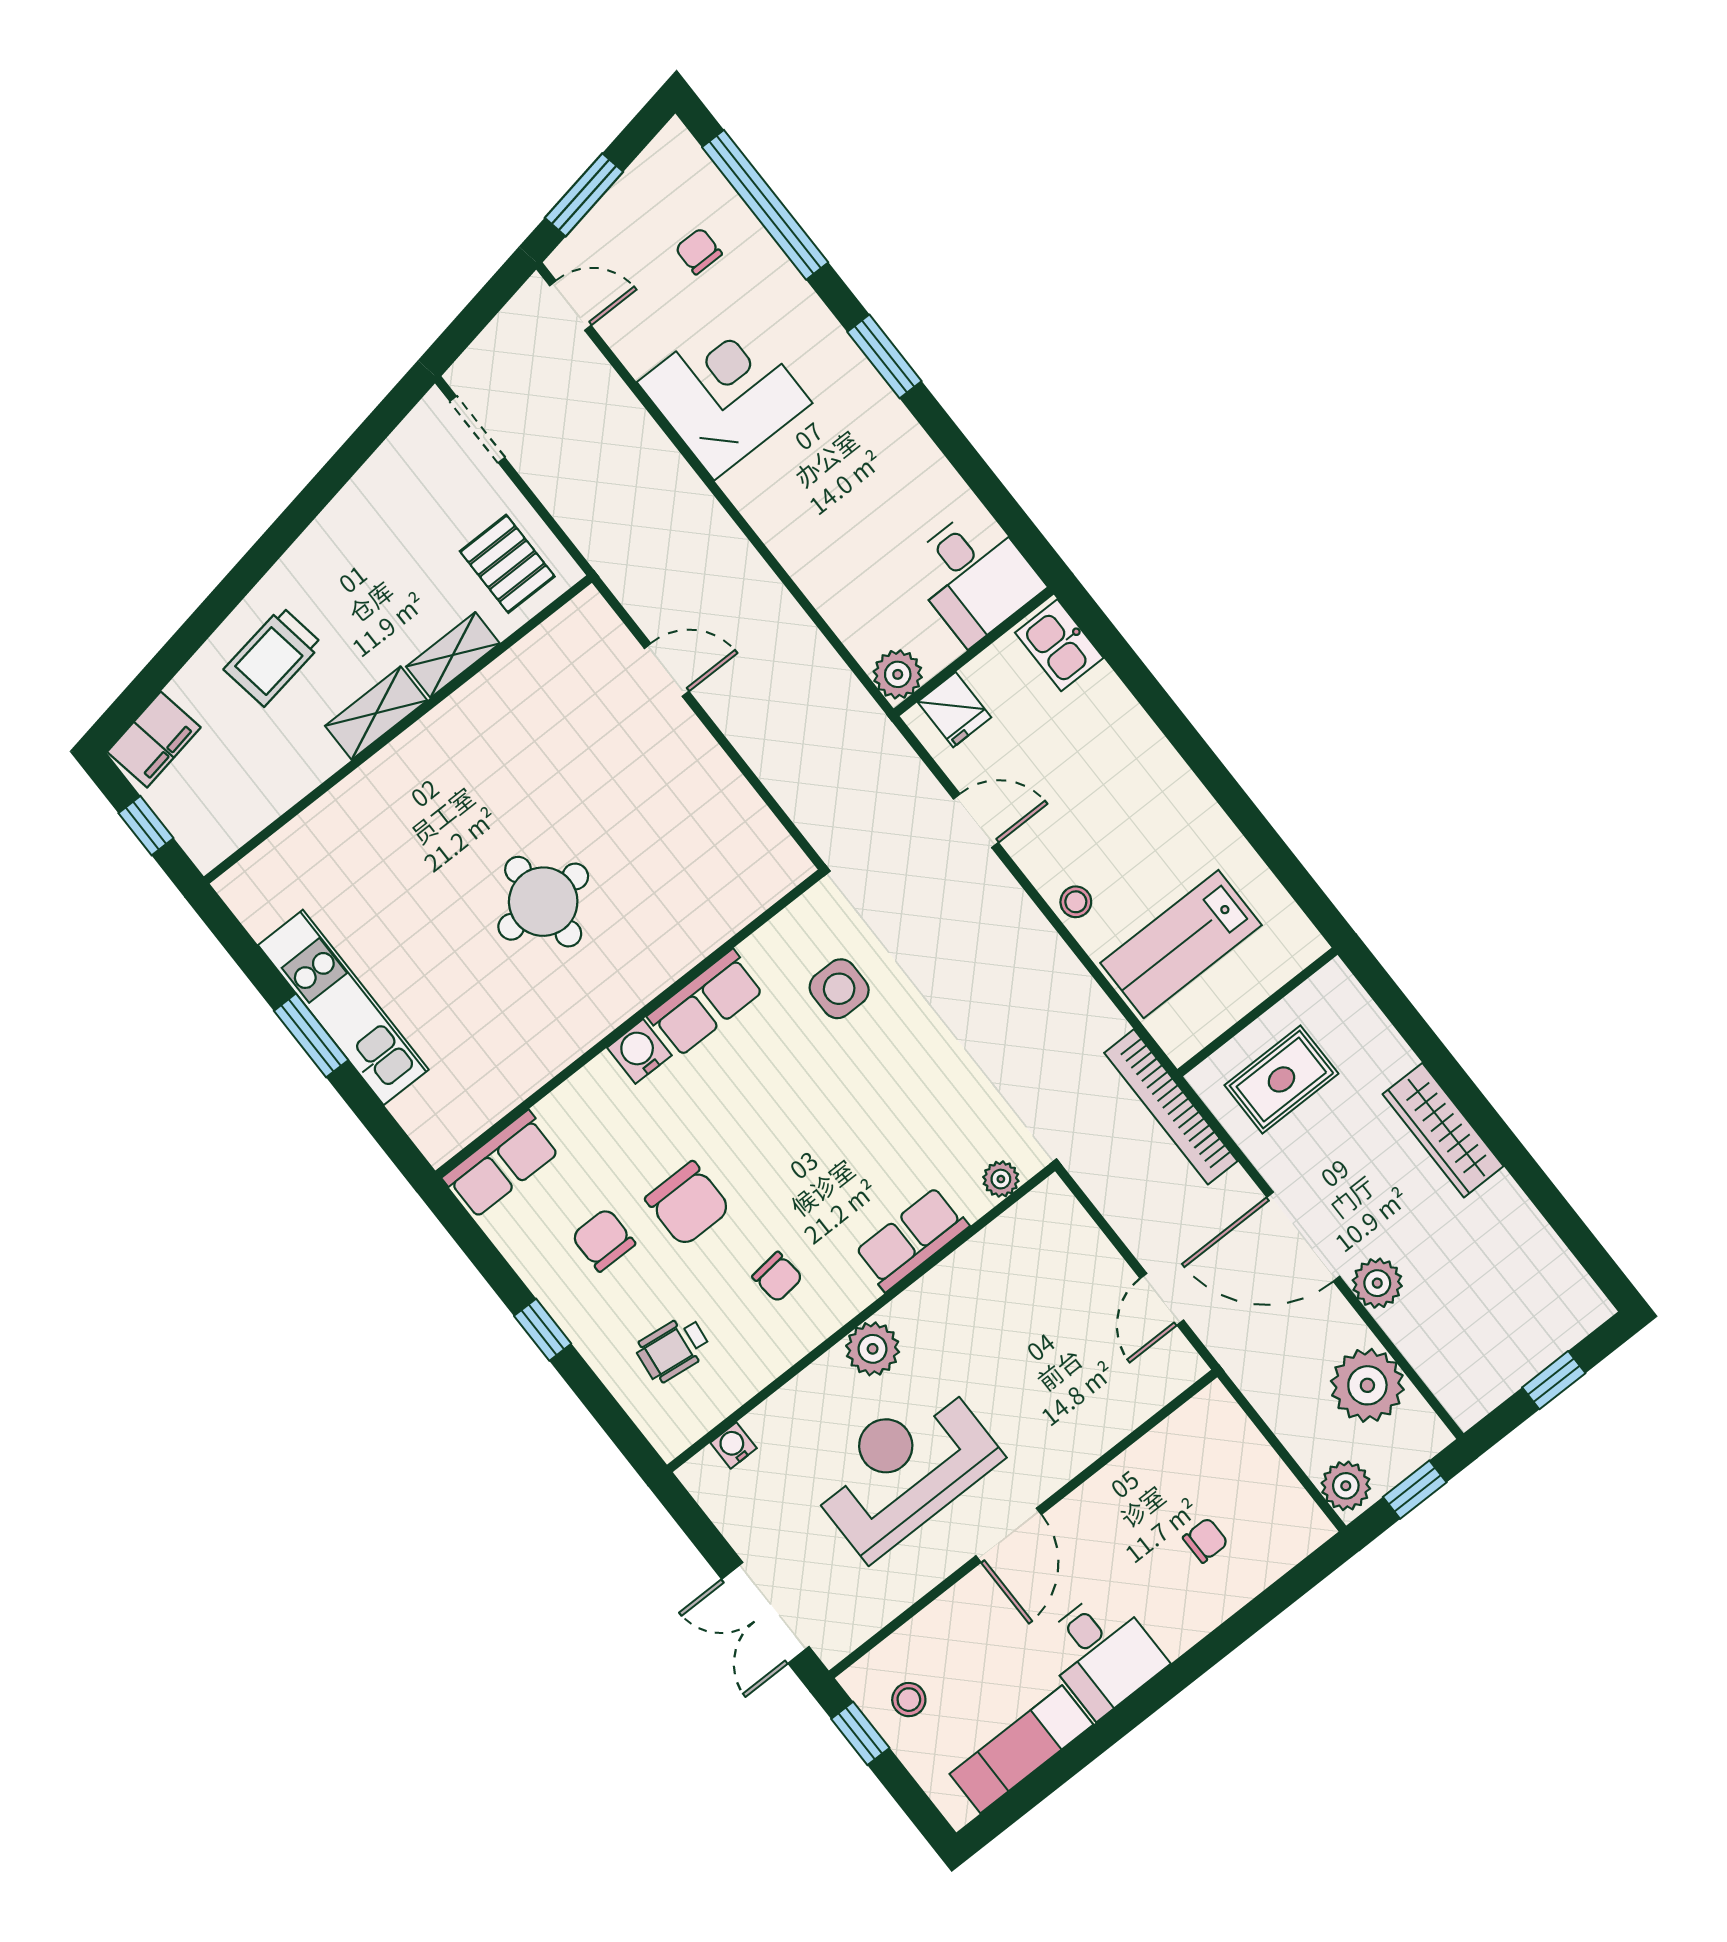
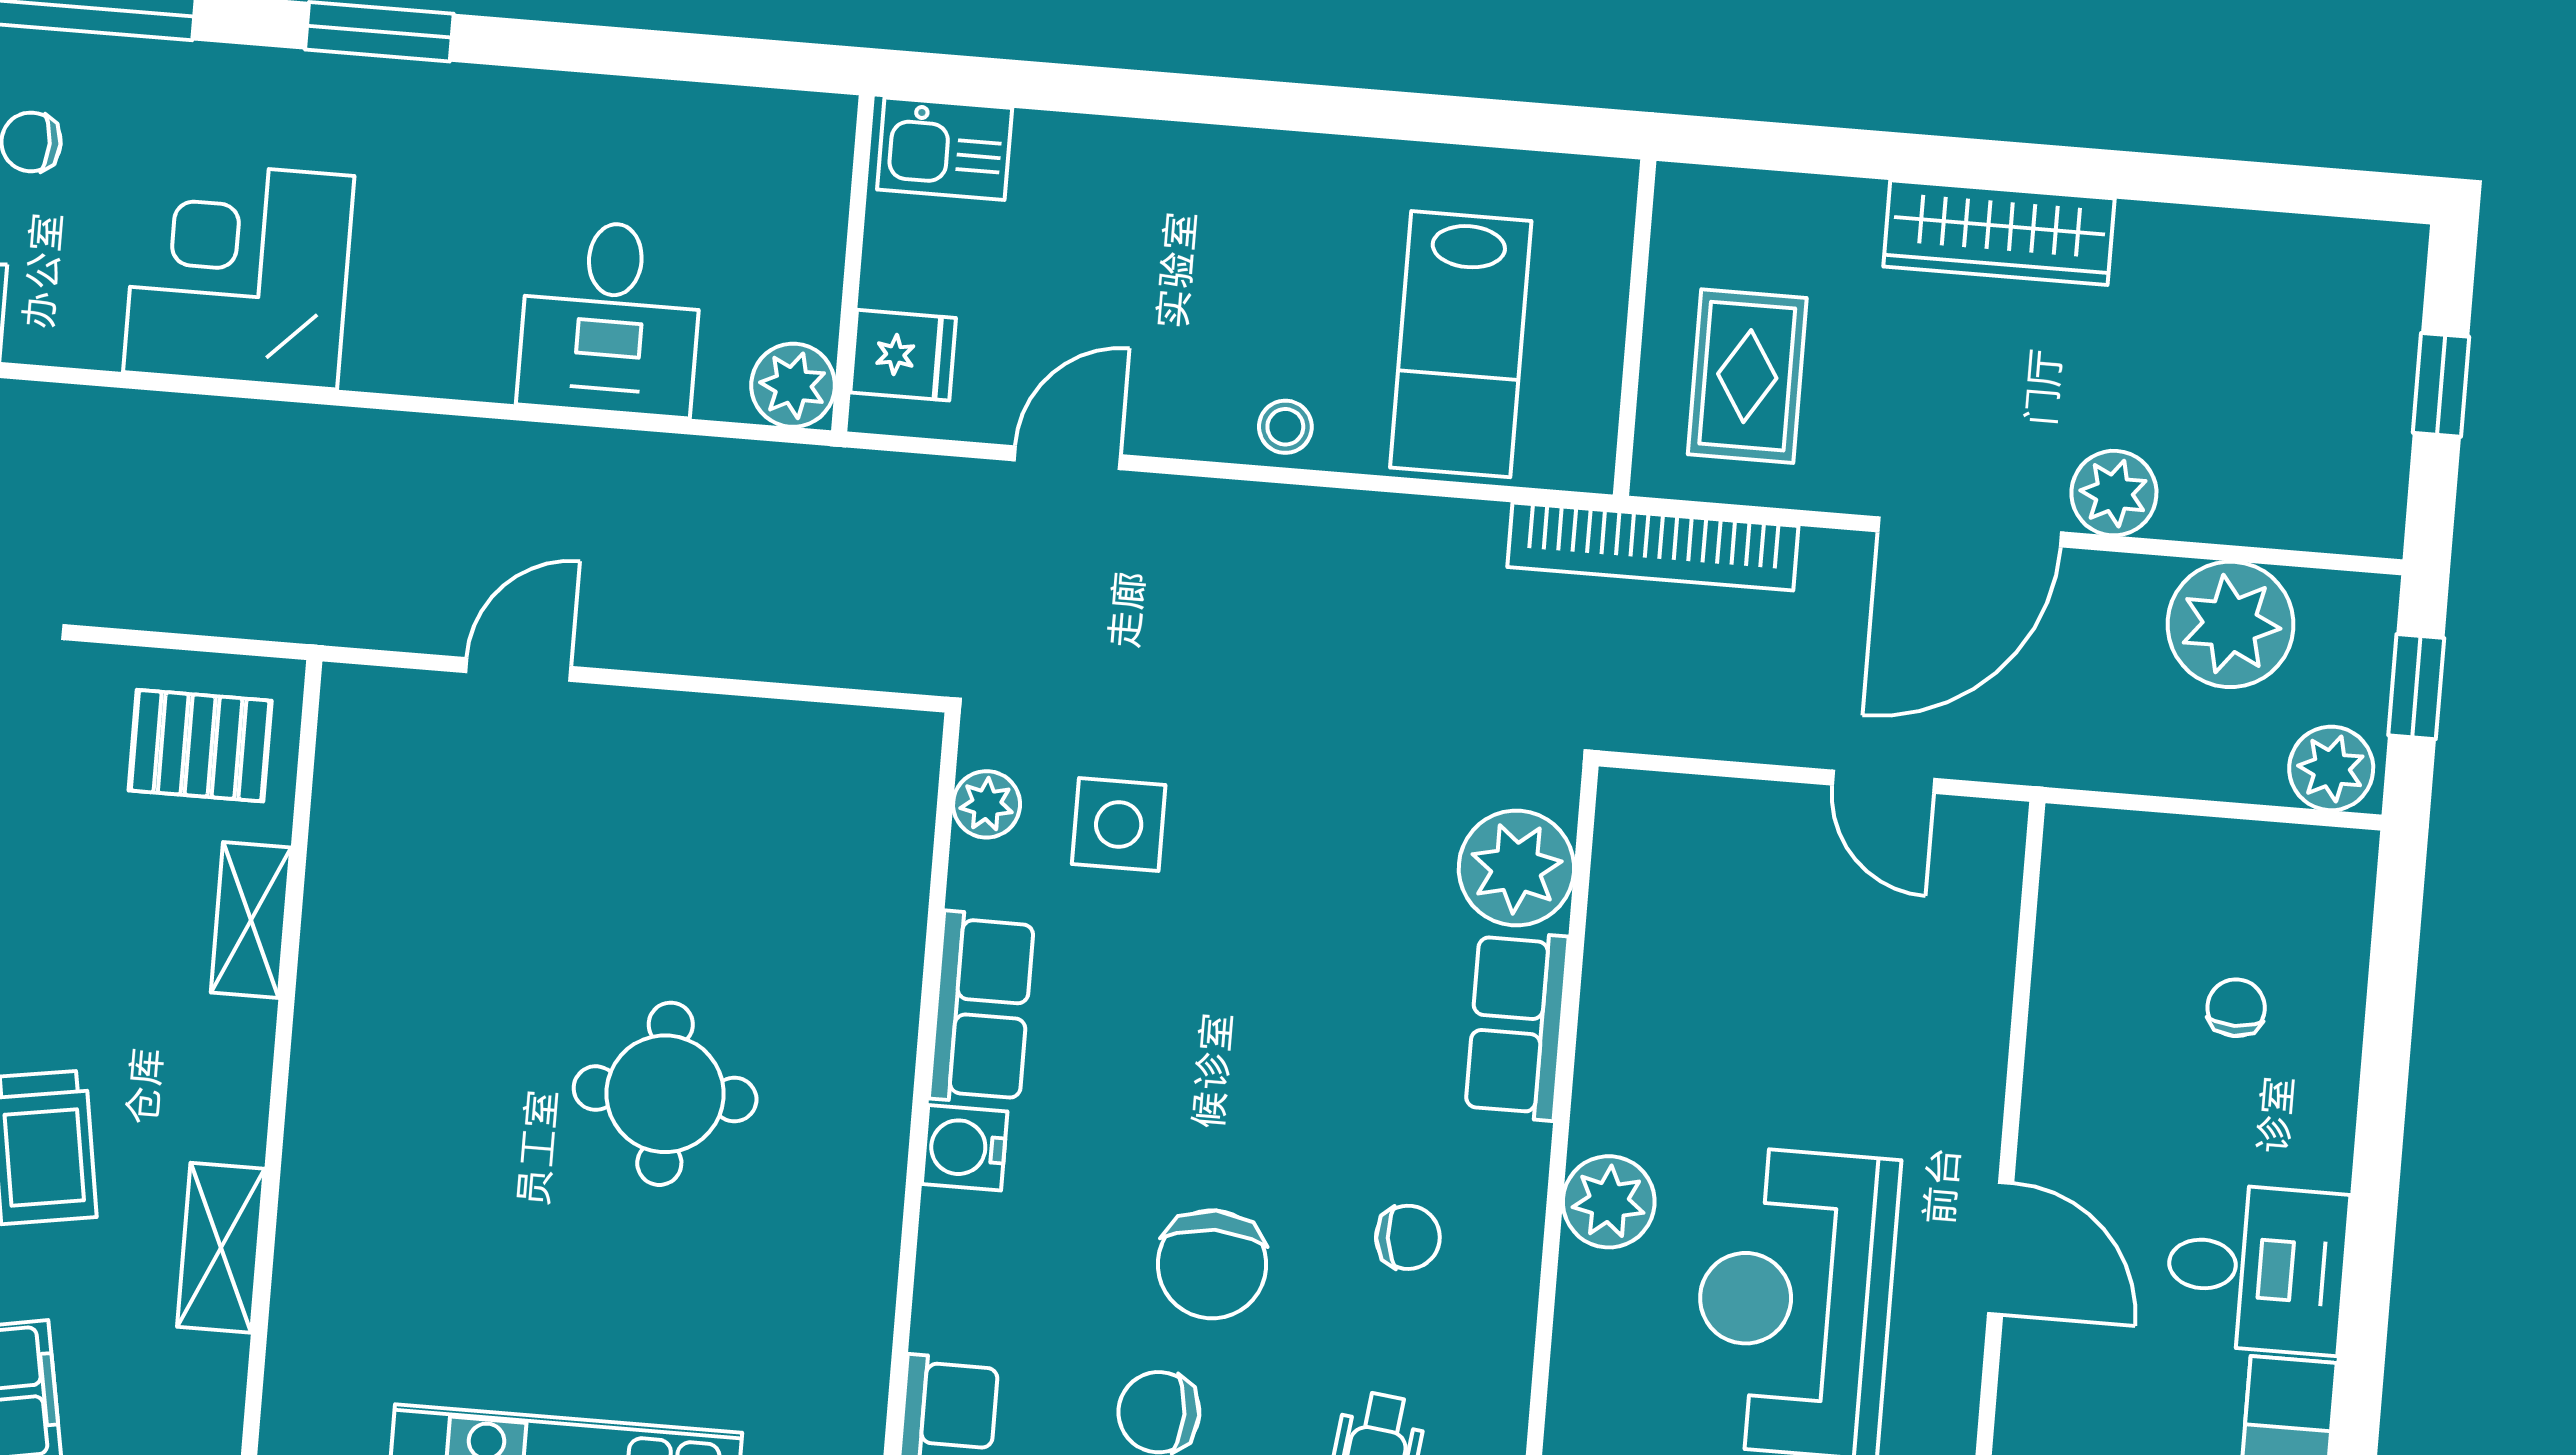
desk: (974, 575) -> (611, 318), moved, turned 90
shelving: (376, 713) -> (221, 1248), moved
plant: (795, 924) -> (987, 804), added
plant: (1001, 1179) -> (1516, 868), width x1.87, depth x1.87
chair: (688, 1204) -> (1212, 1264), turned 90

